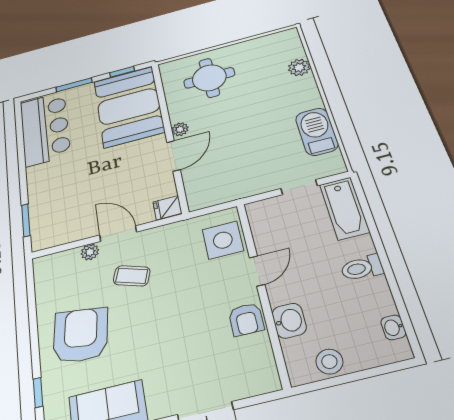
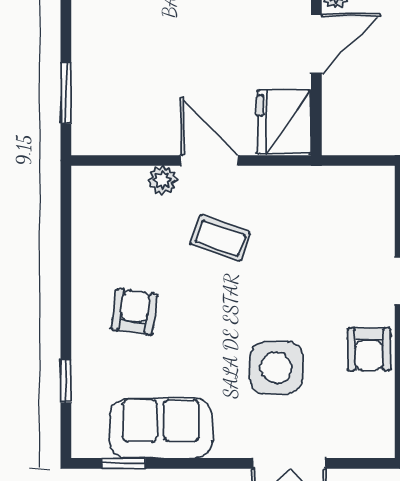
fridge: (167, 208) -> (284, 122), width x1.88, depth x1.34
side table: (223, 240) -> (276, 368), moved
armchair: (81, 335) -> (134, 312), width x0.53, depth x0.53

